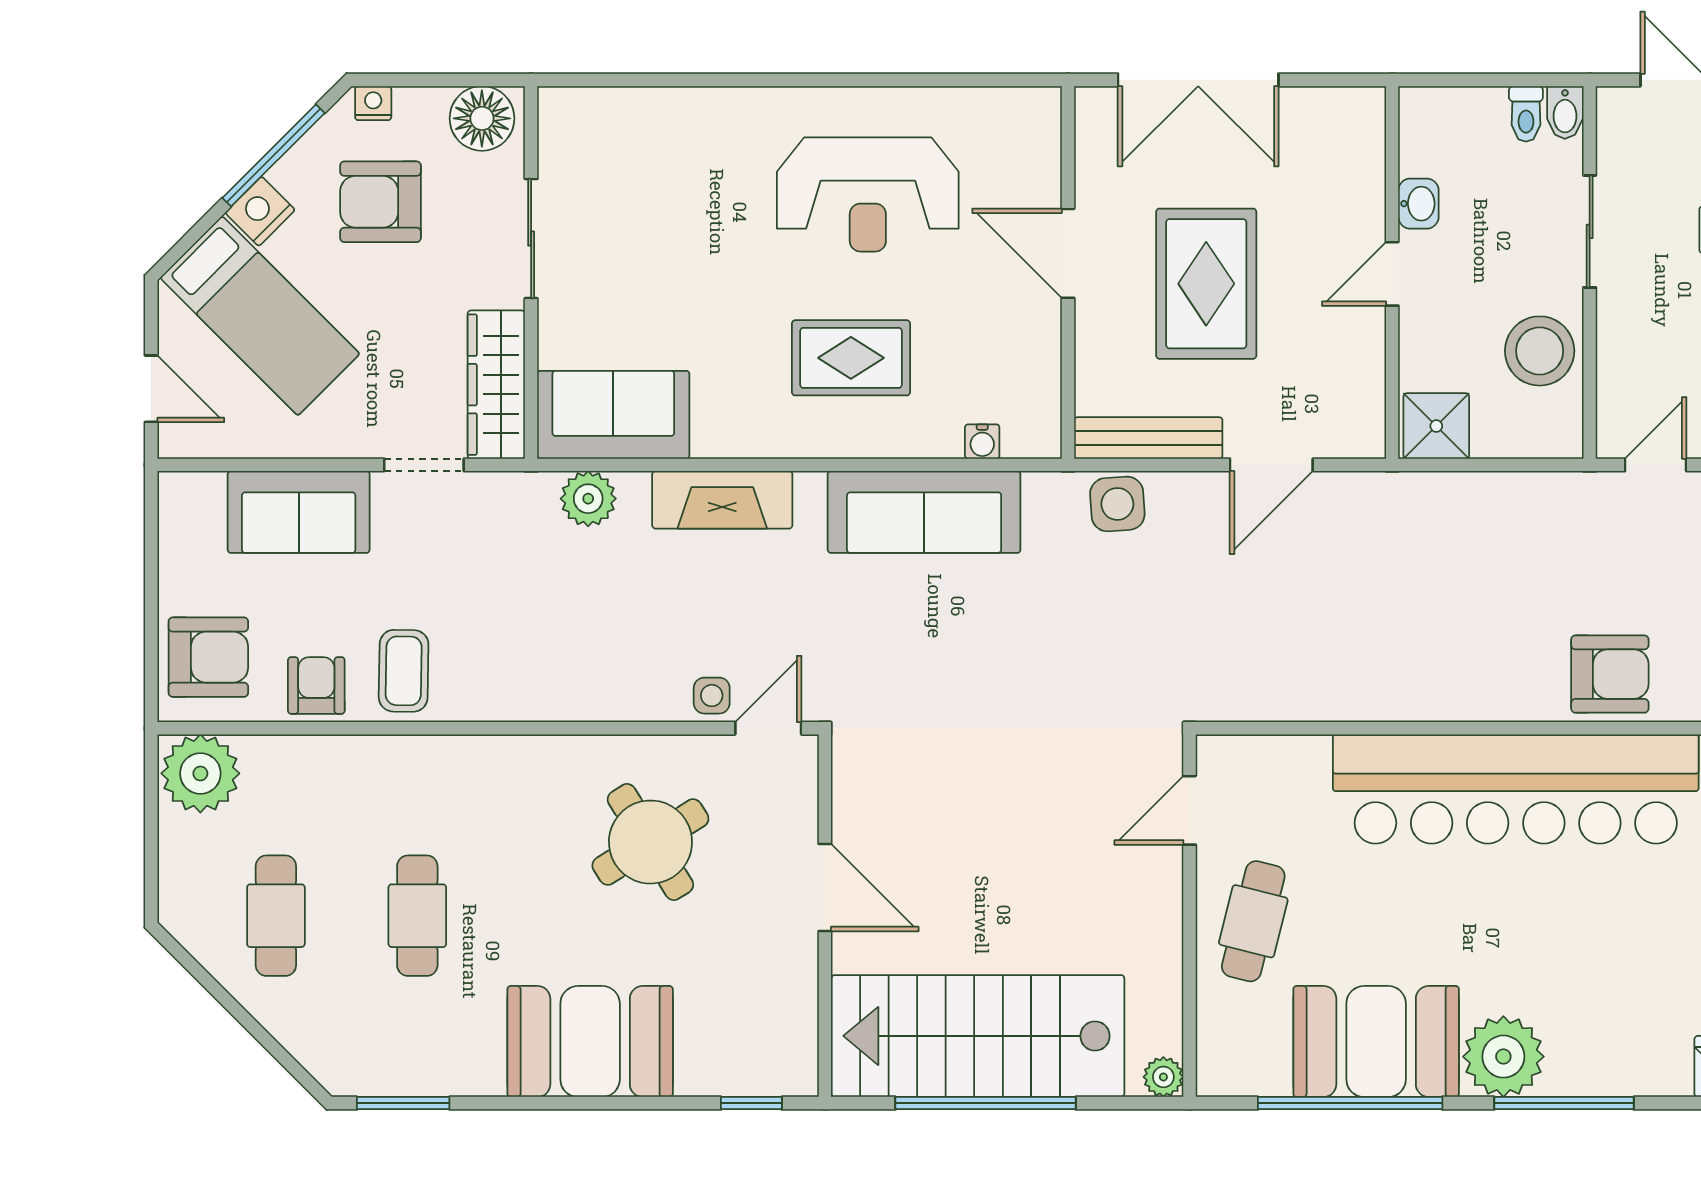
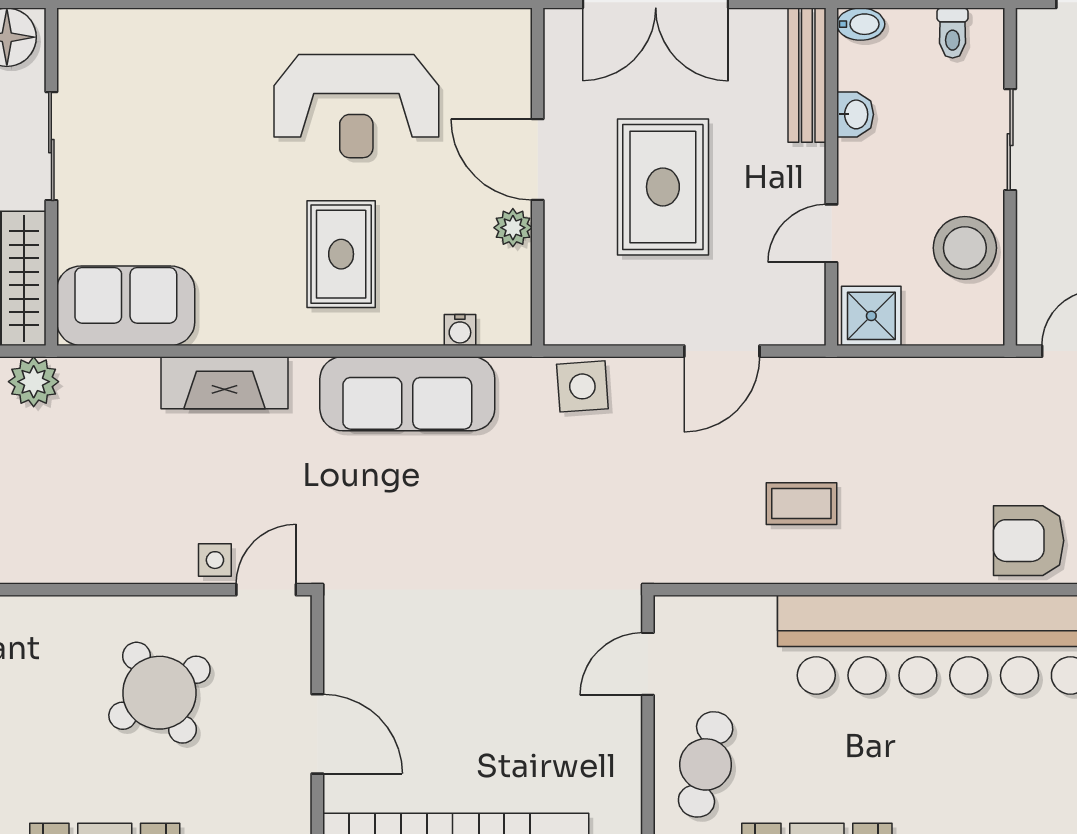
bidet: (1565, 112) -> (861, 24), moved, turned -90
door: (1392, 274) -> (831, 233), moved
plant: (1041, 329) -> (513, 228), added
rug: (851, 358) -> (341, 254), turned 90
bench: (1148, 438) -> (807, 75), moved, turned 90
plant: (588, 499) -> (34, 382), moved
coffee table: (1359, 633) -> (801, 504), added
armchair: (1610, 674) -> (1029, 541), turned 180

